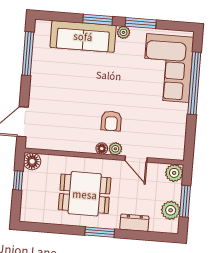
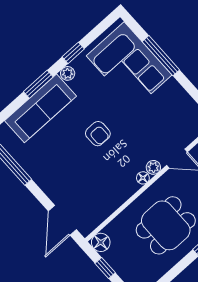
window: (141, 23) -> (73, 53), width x0.67
window: (194, 83) -> (161, 56), width x0.68
armchair: (111, 121) -> (98, 134), moved

